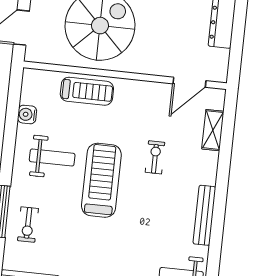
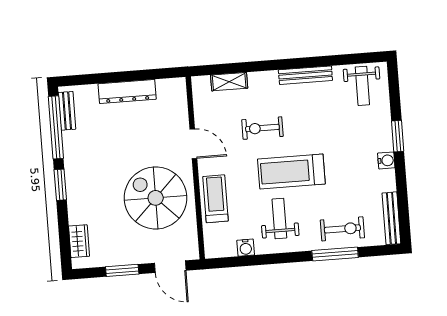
door: (189, 82) -> (193, 144), moved
exercise bike: (155, 157) -> (262, 128), width x1.38, depth x1.39
exercise bike: (28, 225) -> (342, 229), width x1.38, depth x1.39

